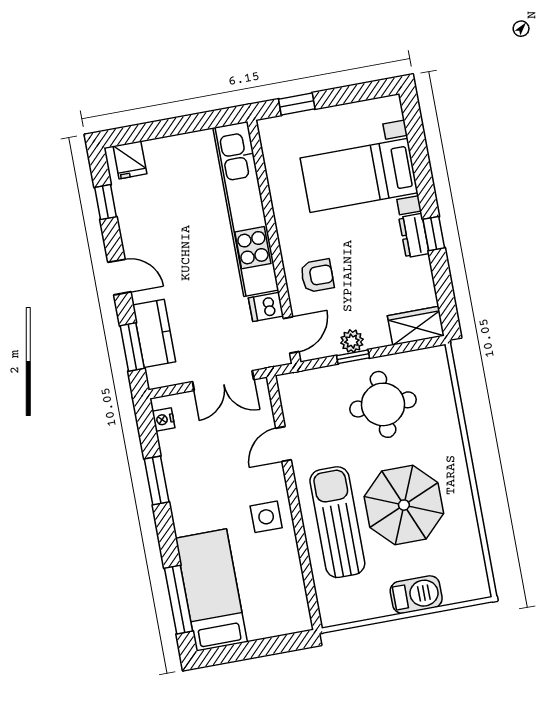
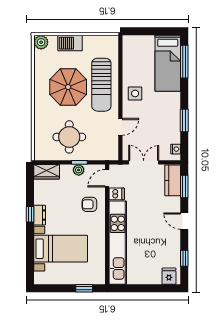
kitchen counter: (154, 333) -> (173, 180), moved
plant: (475, 585) -> (41, 42), added

